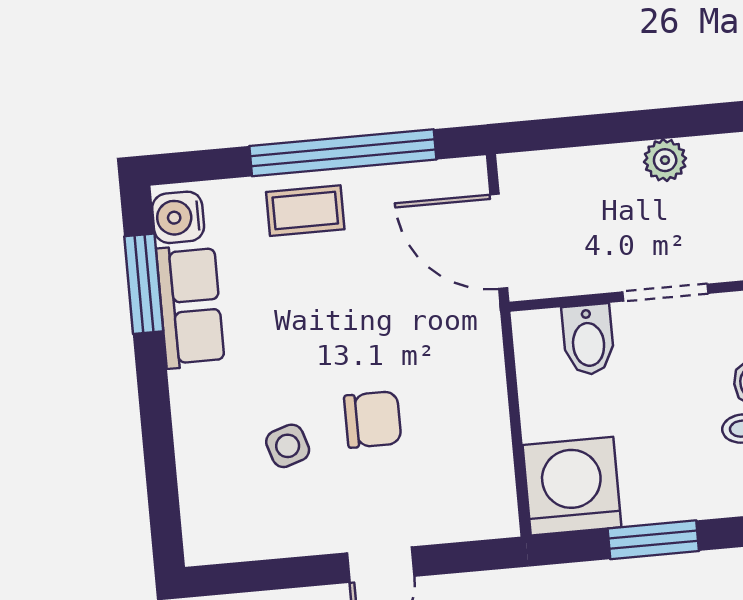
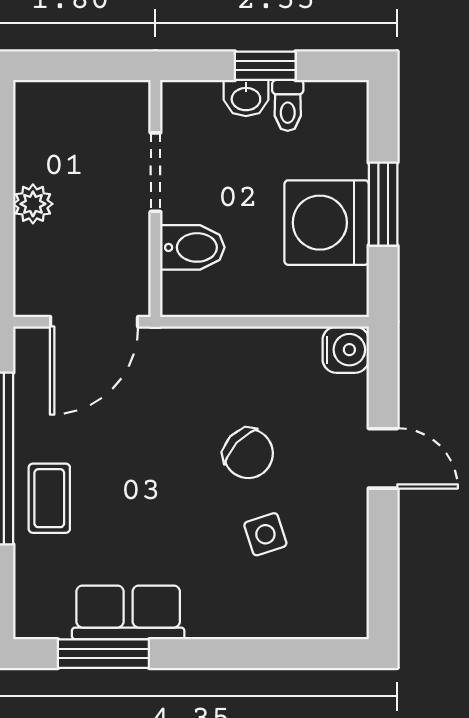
plant: (665, 160) -> (33, 204), moved
water cooler: (178, 217) -> (346, 350), moved, turned -90
chair: (373, 419) -> (248, 453), turned 133
washing machine: (572, 486) -> (327, 223), moved

